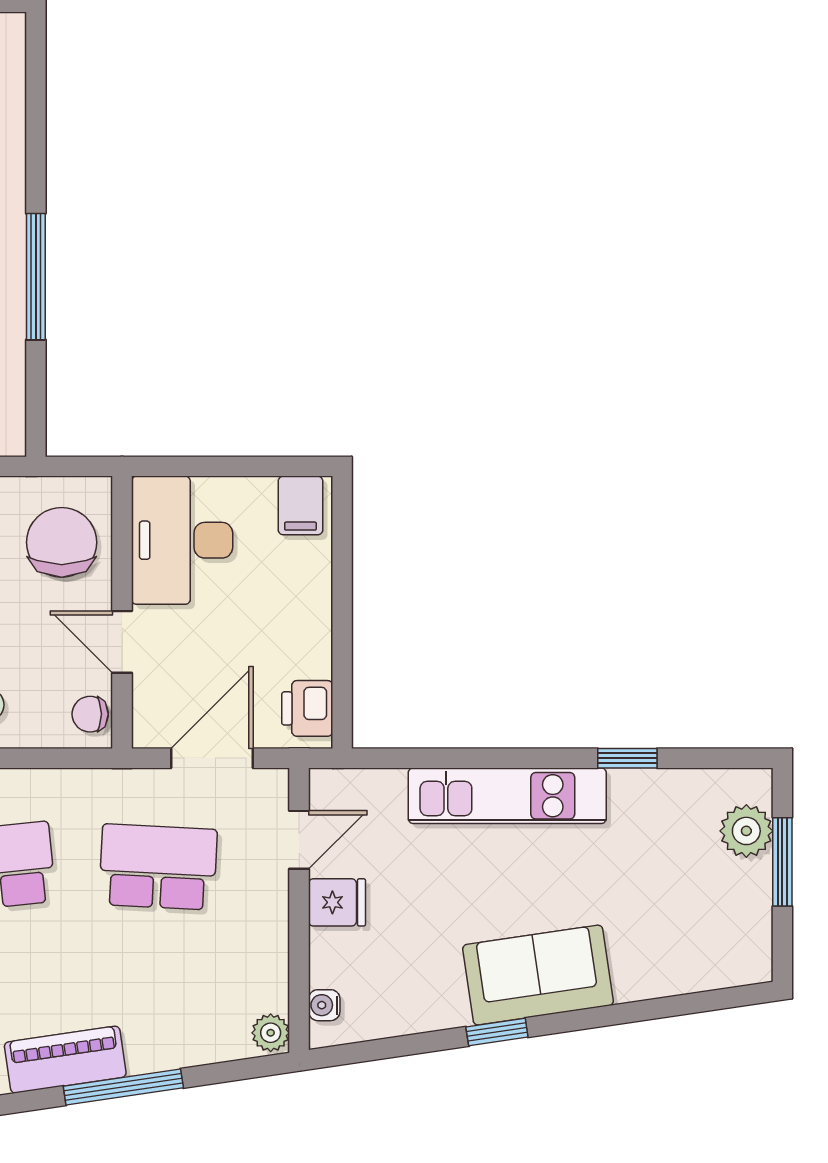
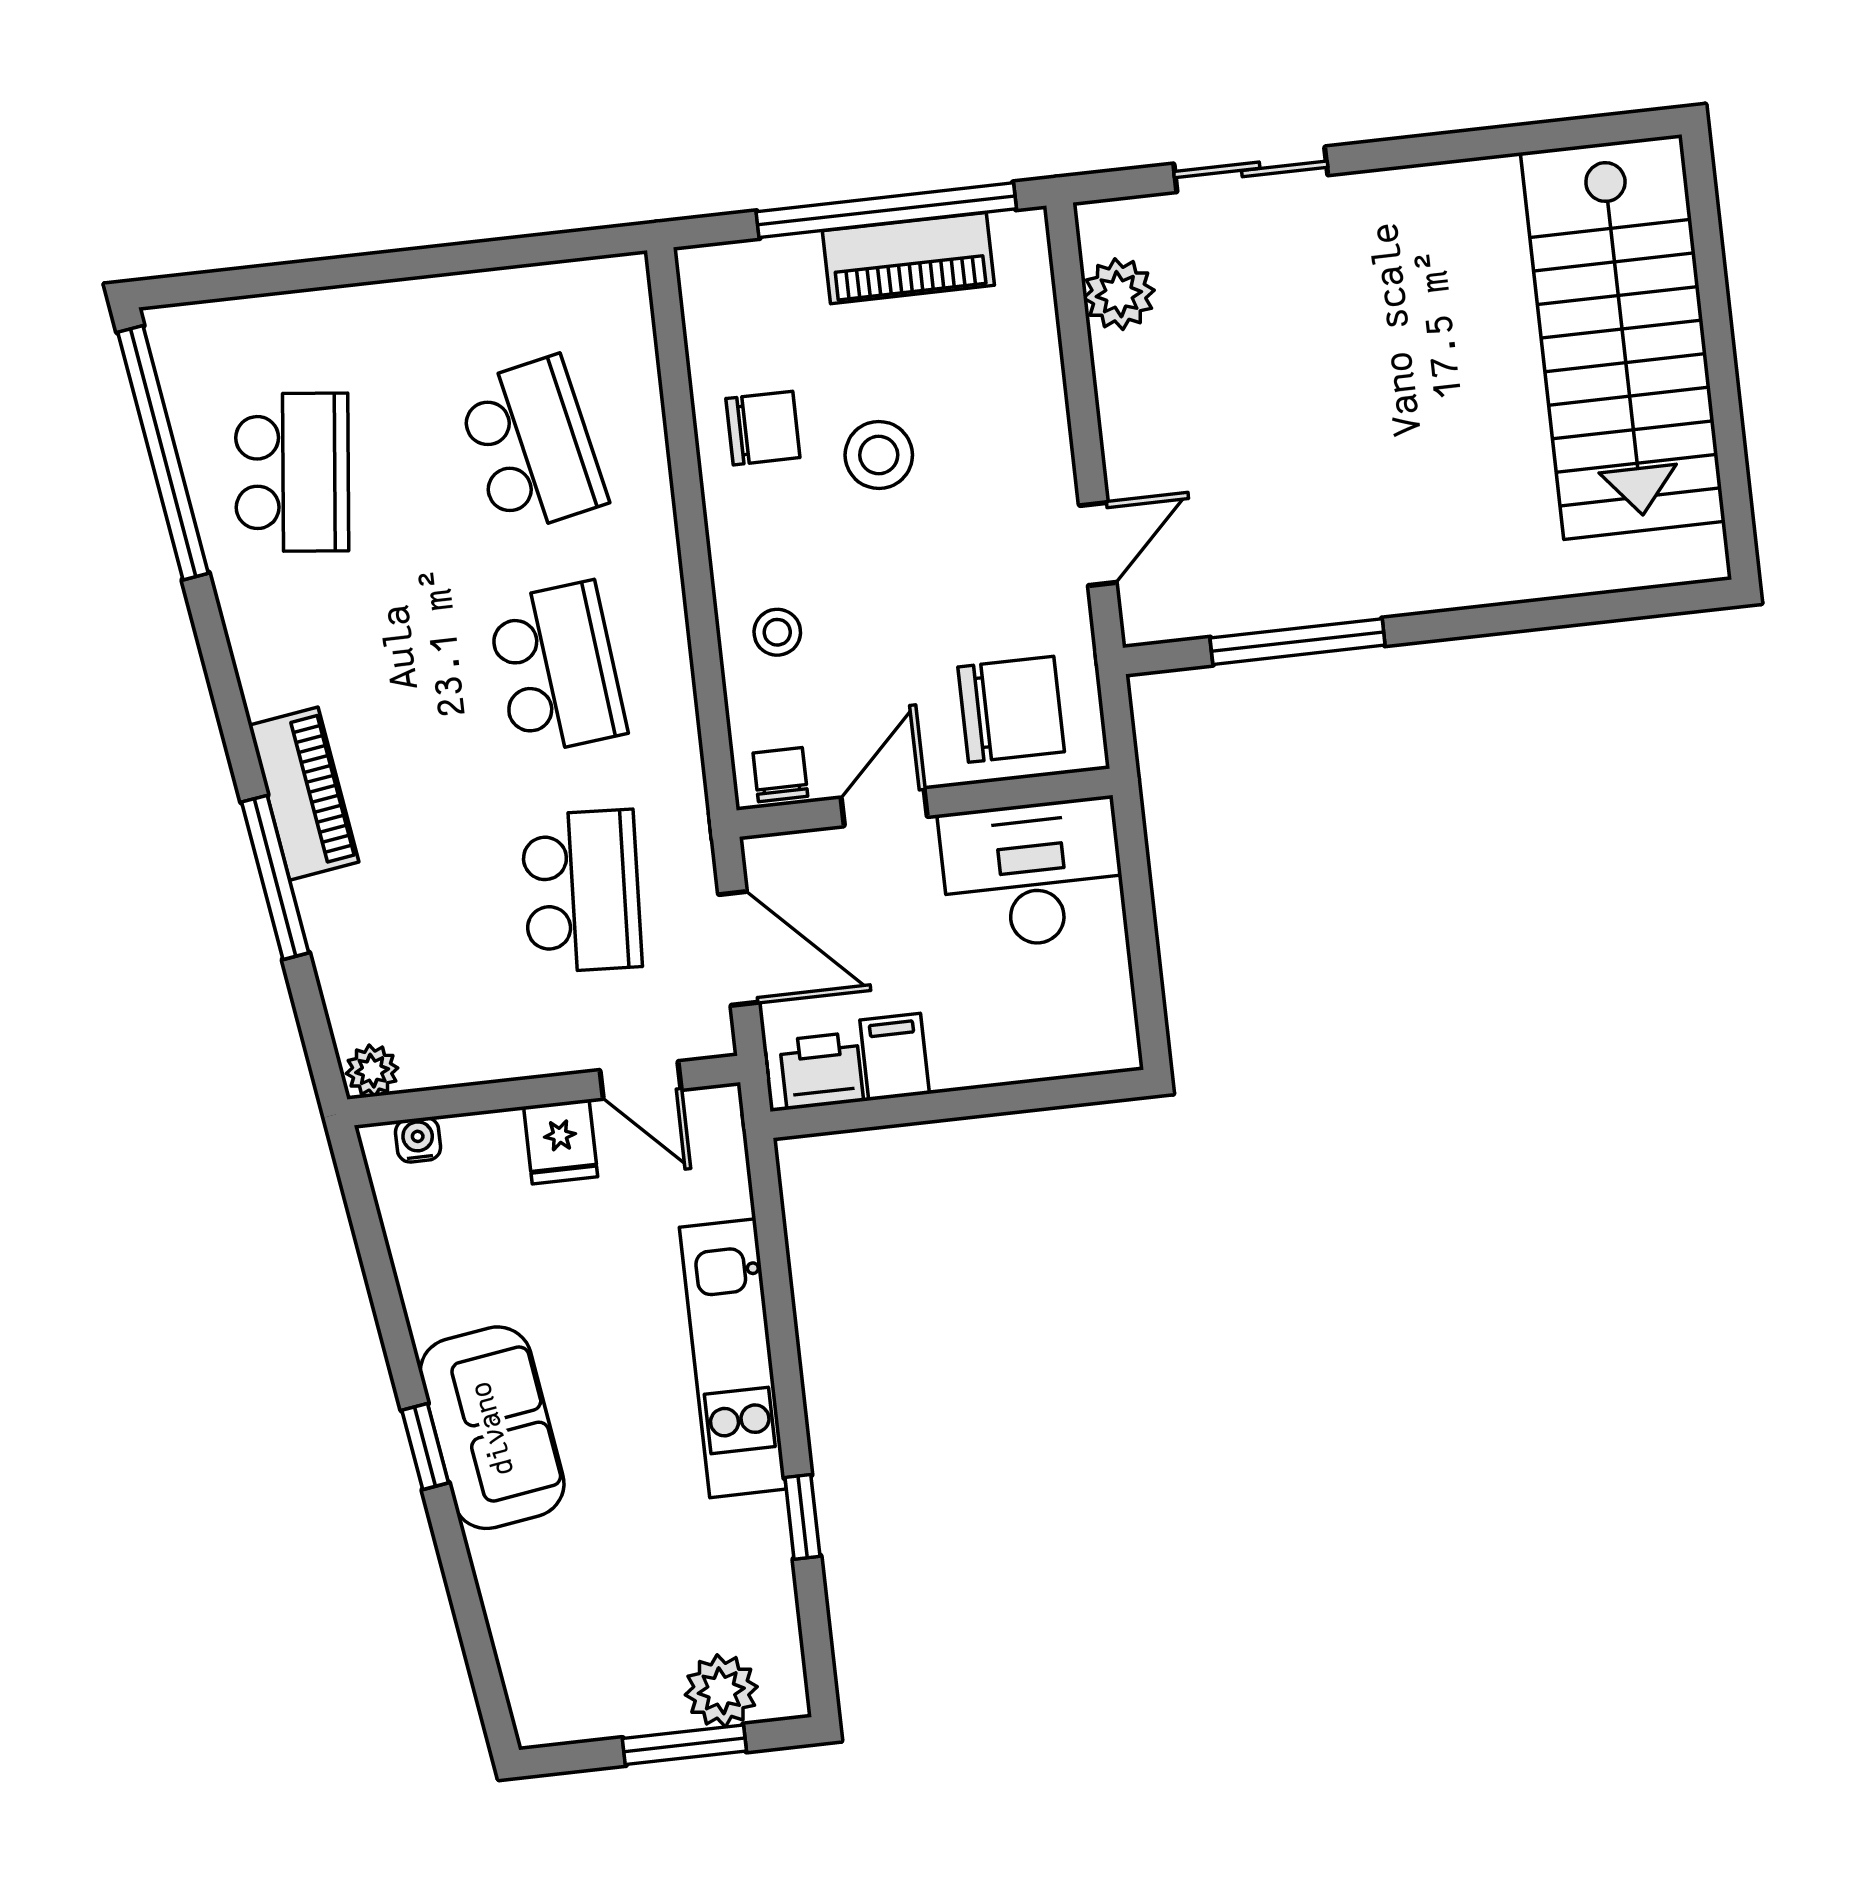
window: (36, 277) -> (1298, 642), moved
filing cabinet: (300, 505) -> (895, 1057), moved, turned 90
window: (497, 1032) -> (425, 1447), moved

